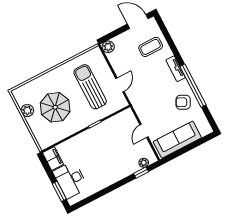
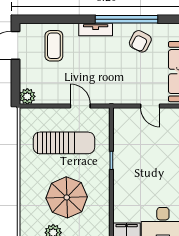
sun lounger: (90, 87) -> (64, 143), turned 180

